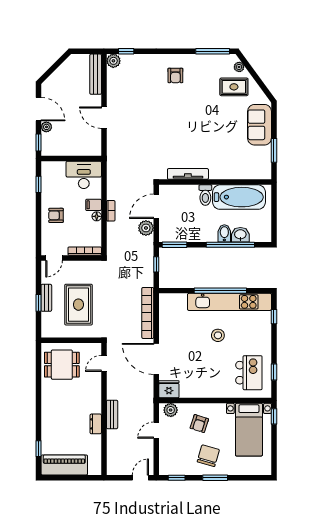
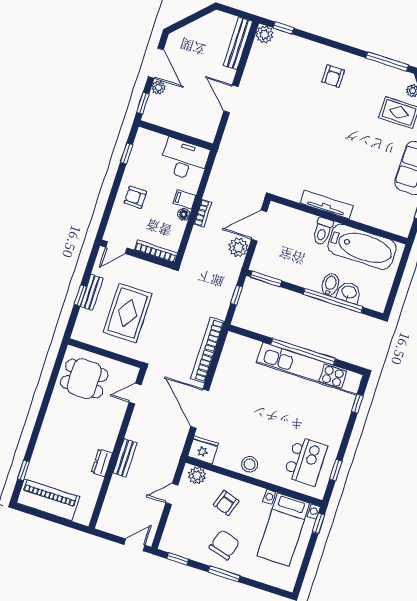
tv unit: (188, 174) -> (327, 205), moved
stool: (218, 335) -> (250, 464), moved

